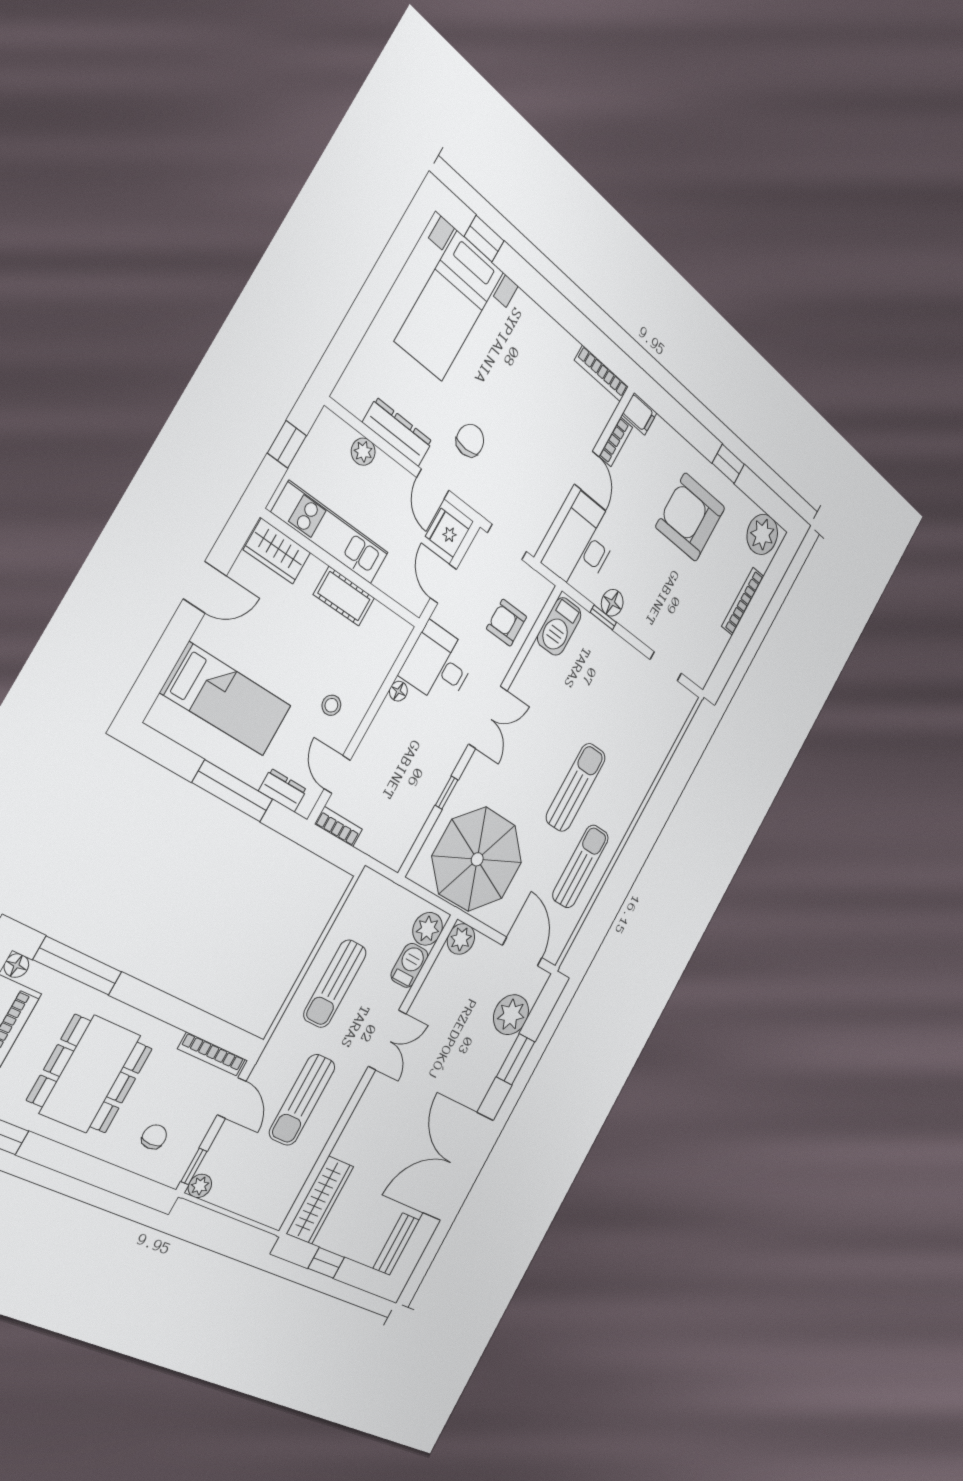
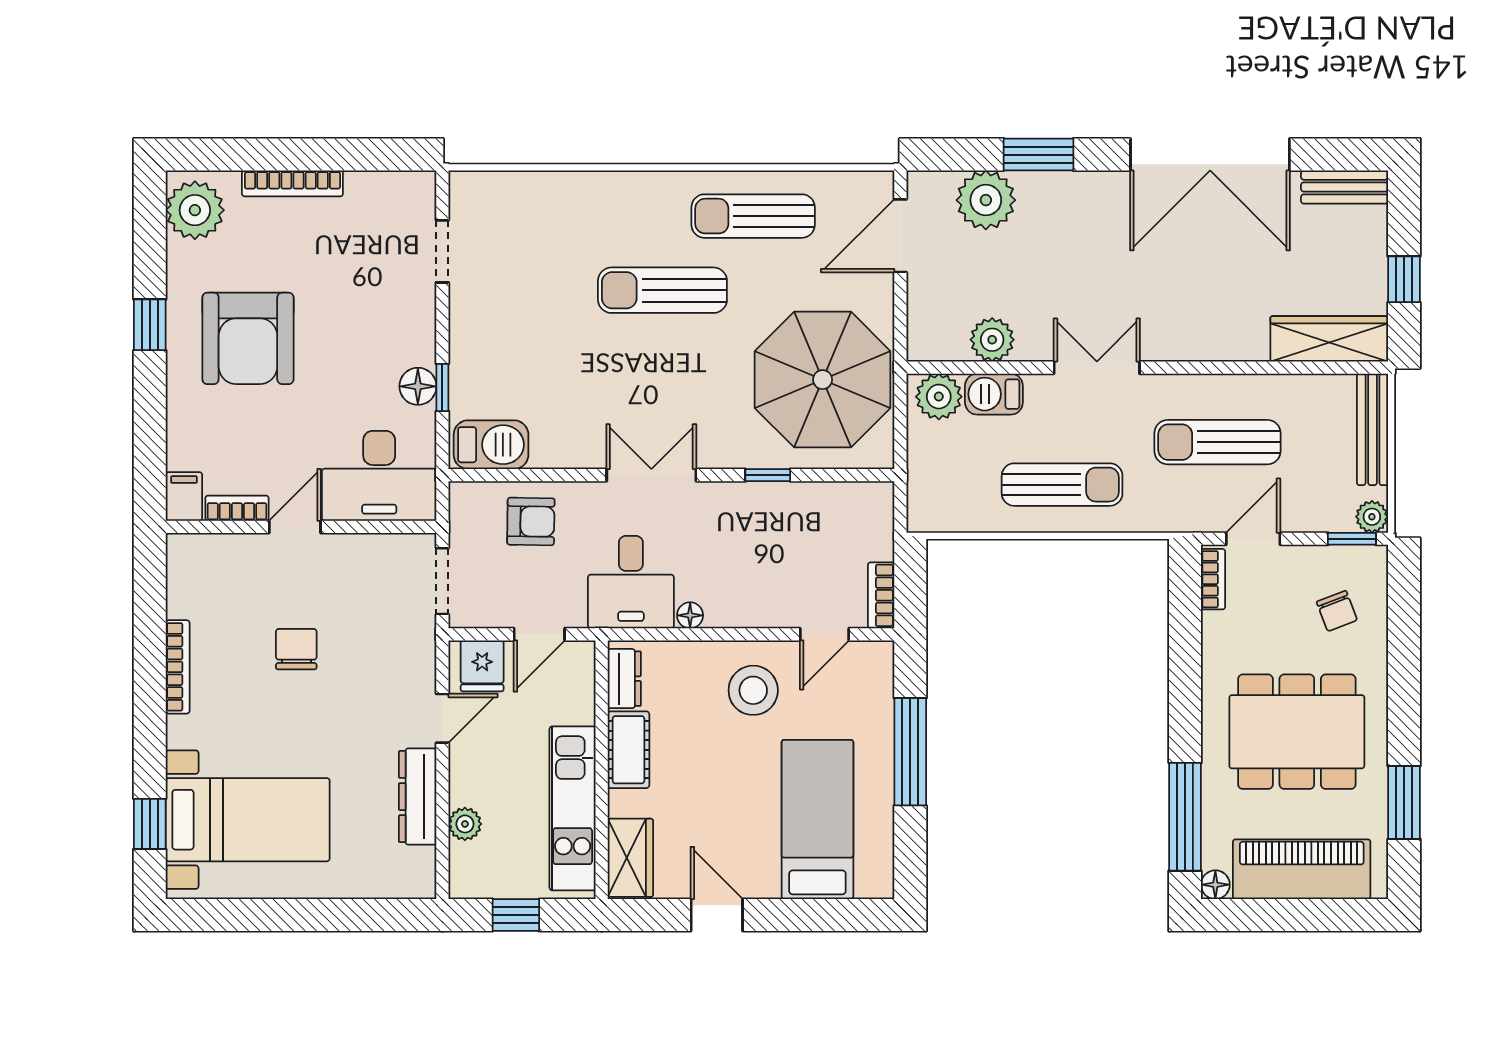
bookcase: (602, 374) -> (178, 667), moved
chair: (470, 440) -> (296, 649), moved, turned 90
armchair: (507, 623) -> (531, 521), turned -89
stool: (331, 705) -> (753, 690), width x1.89, depth x1.89
dresser: (283, 790) -> (624, 679), moved, turned 180
plant: (461, 939) -> (992, 340), moved
bookcase: (212, 1054) -> (1213, 579), width x0.64
sun lounger: (302, 1100) -> (1217, 442), turned 180
chair: (154, 1137) -> (1337, 611), turned -111
bench: (252, 1208) -> (1372, 429), added

